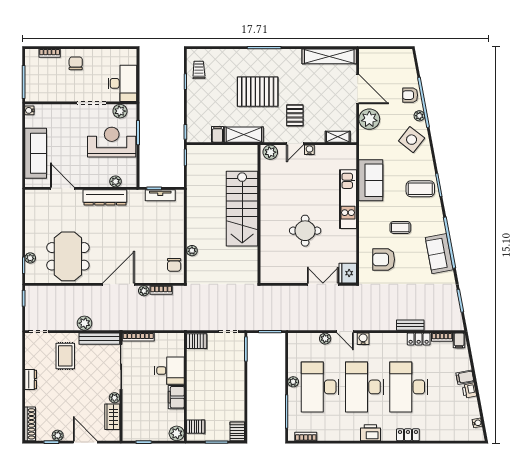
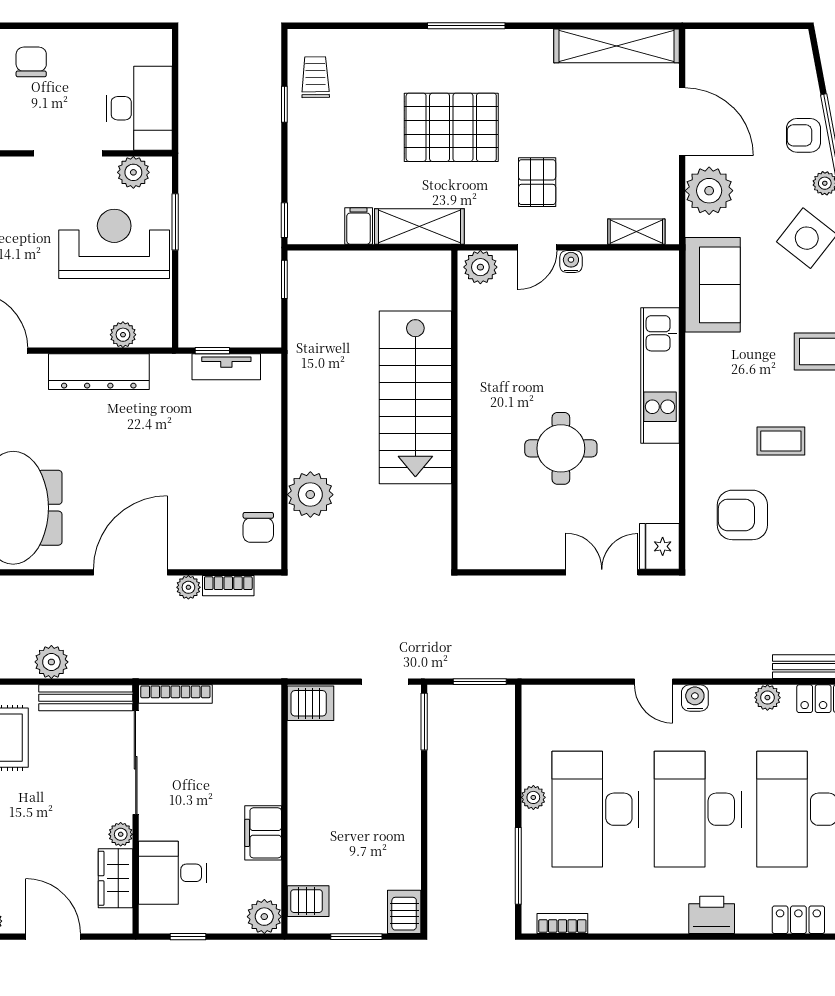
sofa: (371, 180) -> (713, 285), moved
plant: (192, 251) -> (310, 495), width x1.87, depth x1.87
plant: (325, 339) -> (767, 698), moved
desk: (169, 371) -> (173, 873), moved, turned 180

